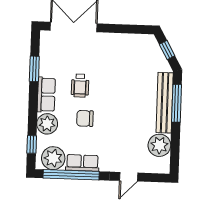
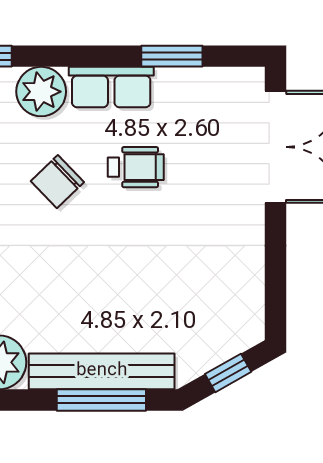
wheelchair: (80, 86) -> (136, 167), turned 180
chair: (85, 118) -> (57, 182), turned -134

